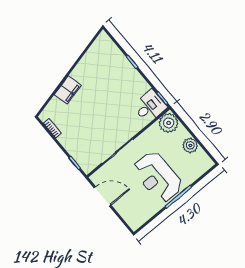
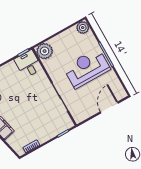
plant: (190, 145) -> (83, 28), moved
reception desk: (157, 177) -> (87, 68), turned 180
door: (102, 196) -> (109, 107), moved

